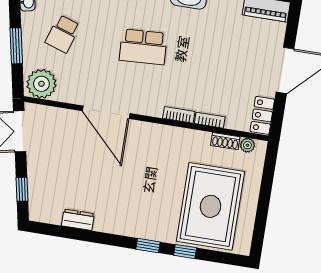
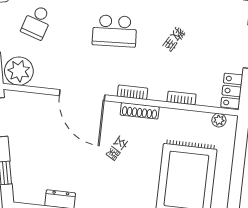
bookcase: (179, 115) -> (132, 92), moved
shoe rack: (225, 141) -> (140, 111), moved, width x1.43

